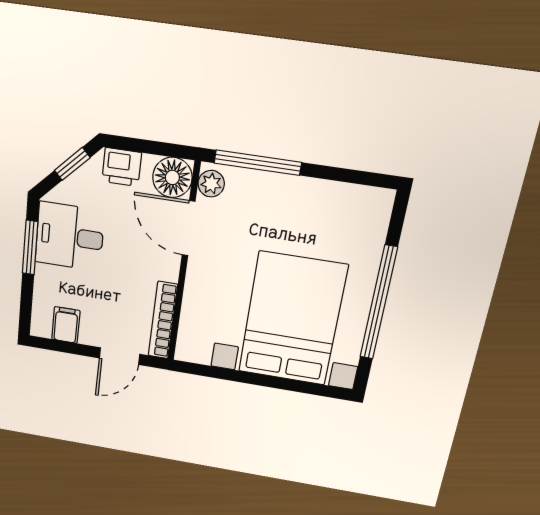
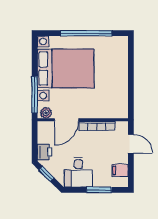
floor lamp: (172, 177) -> (46, 130), removed
window: (30, 248) -> (99, 190), moved
bed with nightstands: (292, 319) -> (66, 69), moved, turned 180
bookcase: (163, 320) -> (97, 126), moved

